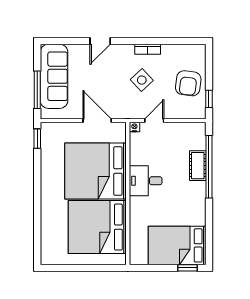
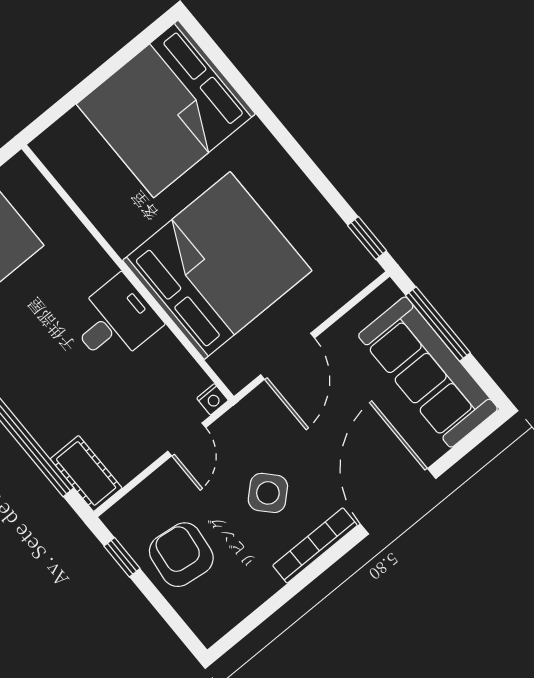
door: (100, 41) -> (398, 501), width x1.88
bookcase: (148, 49) -> (315, 545), width x1.56
door: (97, 121) -> (288, 356), hinge flipped
cot: (198, 166) -> (86, 473), moved
bed: (97, 227) -> (166, 109), moved, turned 180

